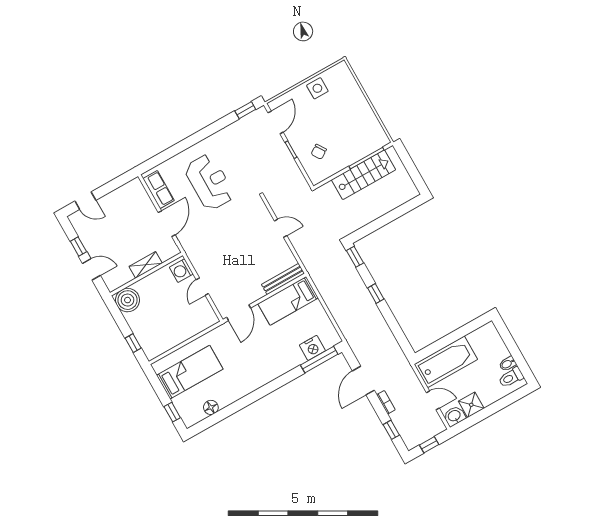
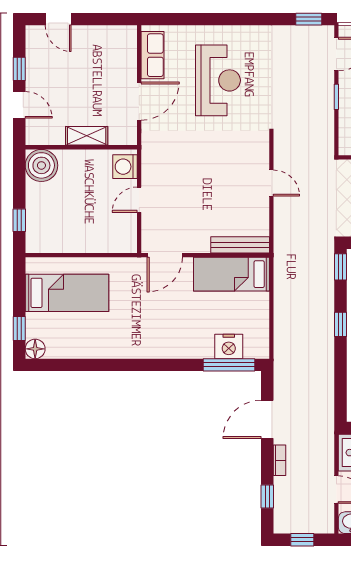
floor lamp: (211, 407) -> (35, 349), moved

